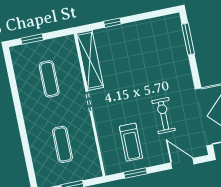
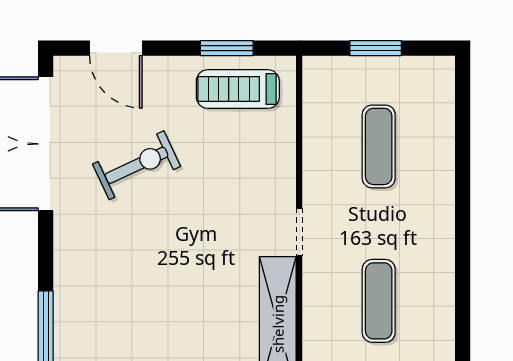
exercise bike: (164, 116) -> (136, 165), turned -115
treadmill: (131, 142) -> (238, 89), moved, turned -90

